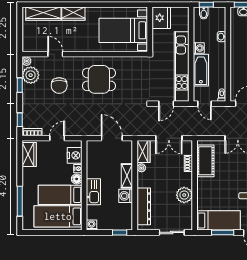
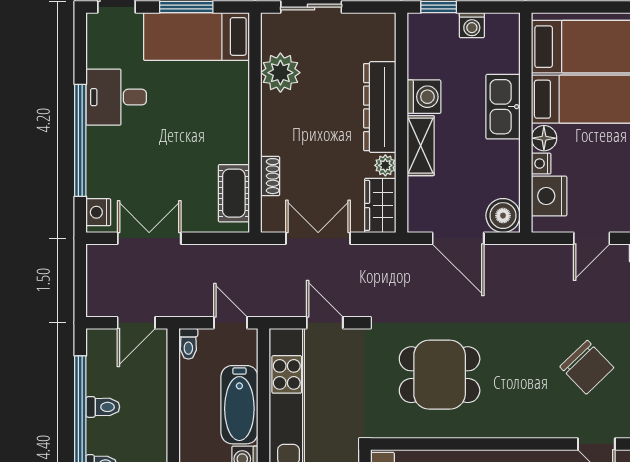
dining table: (99, 79) -> (440, 375), moved
chair: (59, 85) -> (587, 367), turned 136
door: (166, 104) -> (325, 323), hinge flipped
boiler: (93, 147) -> (503, 216), added
cot: (205, 161) -> (234, 193), width x0.73, depth x0.75
plant: (184, 195) -> (280, 73), moved
dresser: (144, 206) -> (380, 107), moved
washing machine: (92, 225) -> (472, 25), moved

